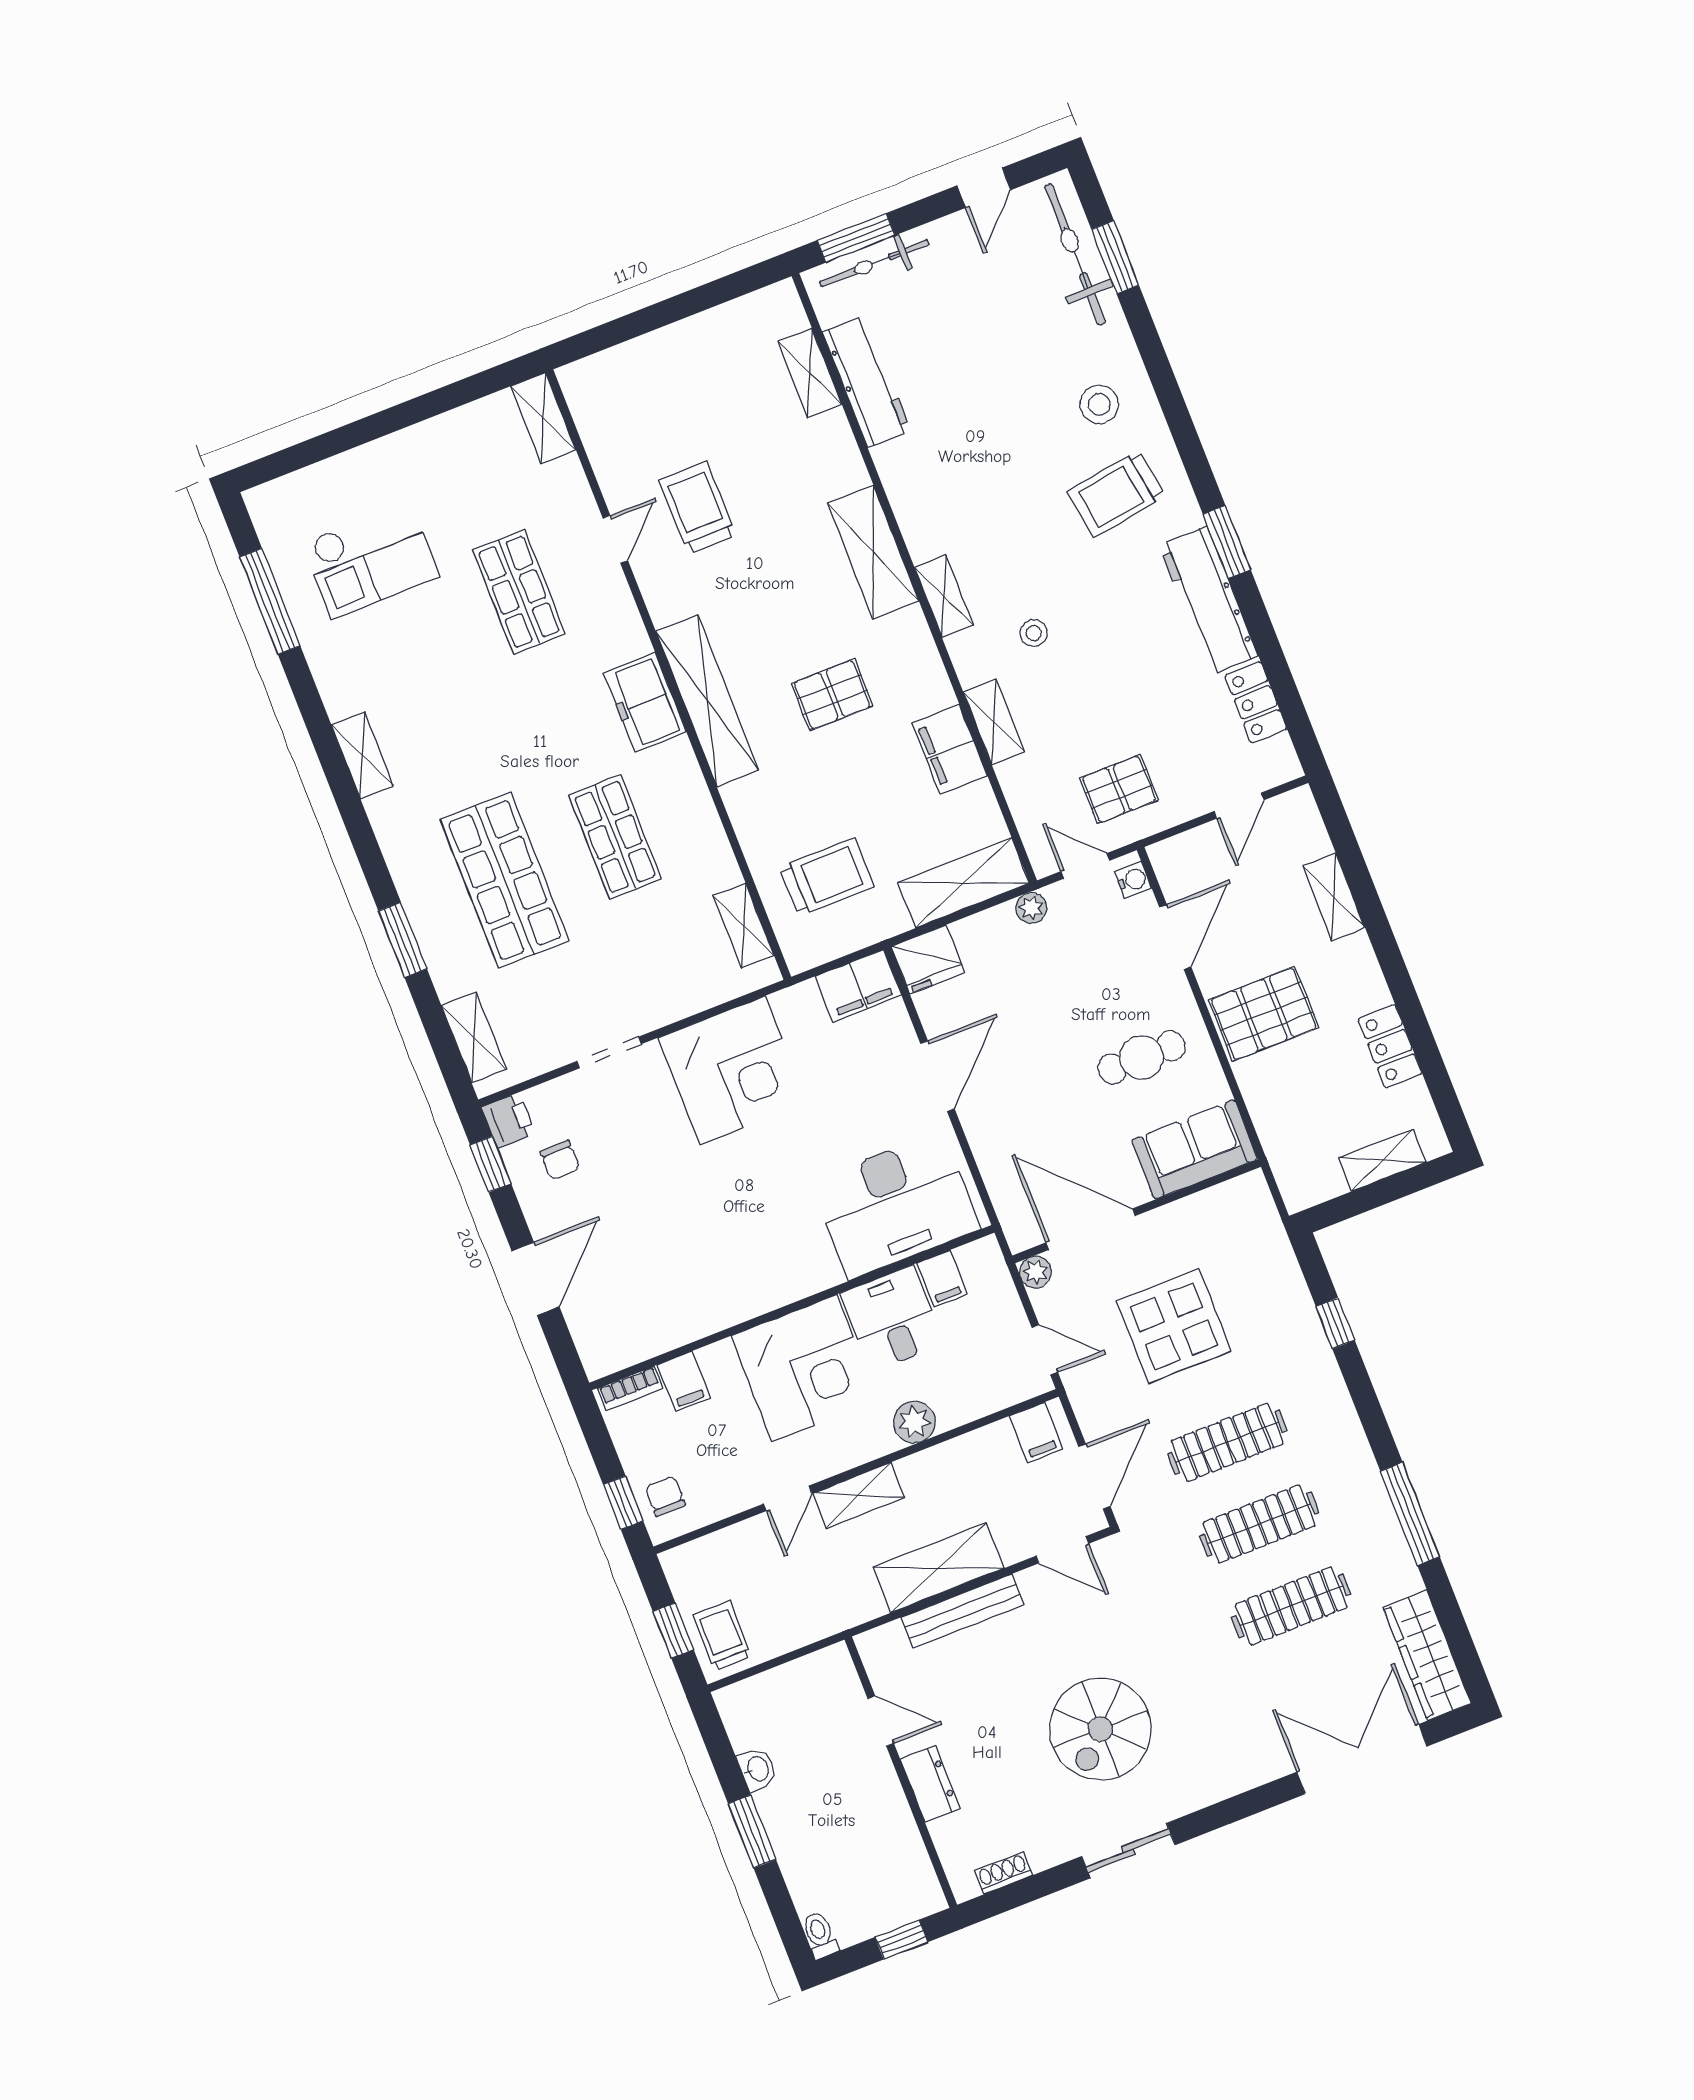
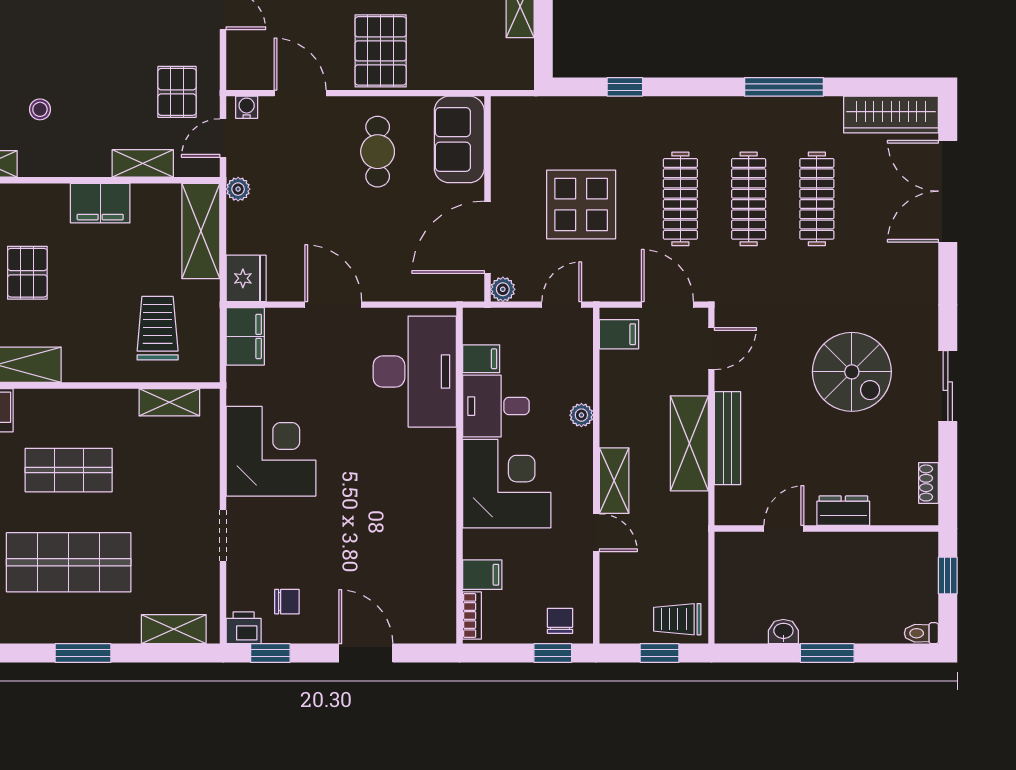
shelving: (994, 722) -> (143, 163), moved
plant: (914, 1422) -> (581, 415), width x0.73, depth x0.73
chair: (665, 1496) -> (560, 621), turned 90

